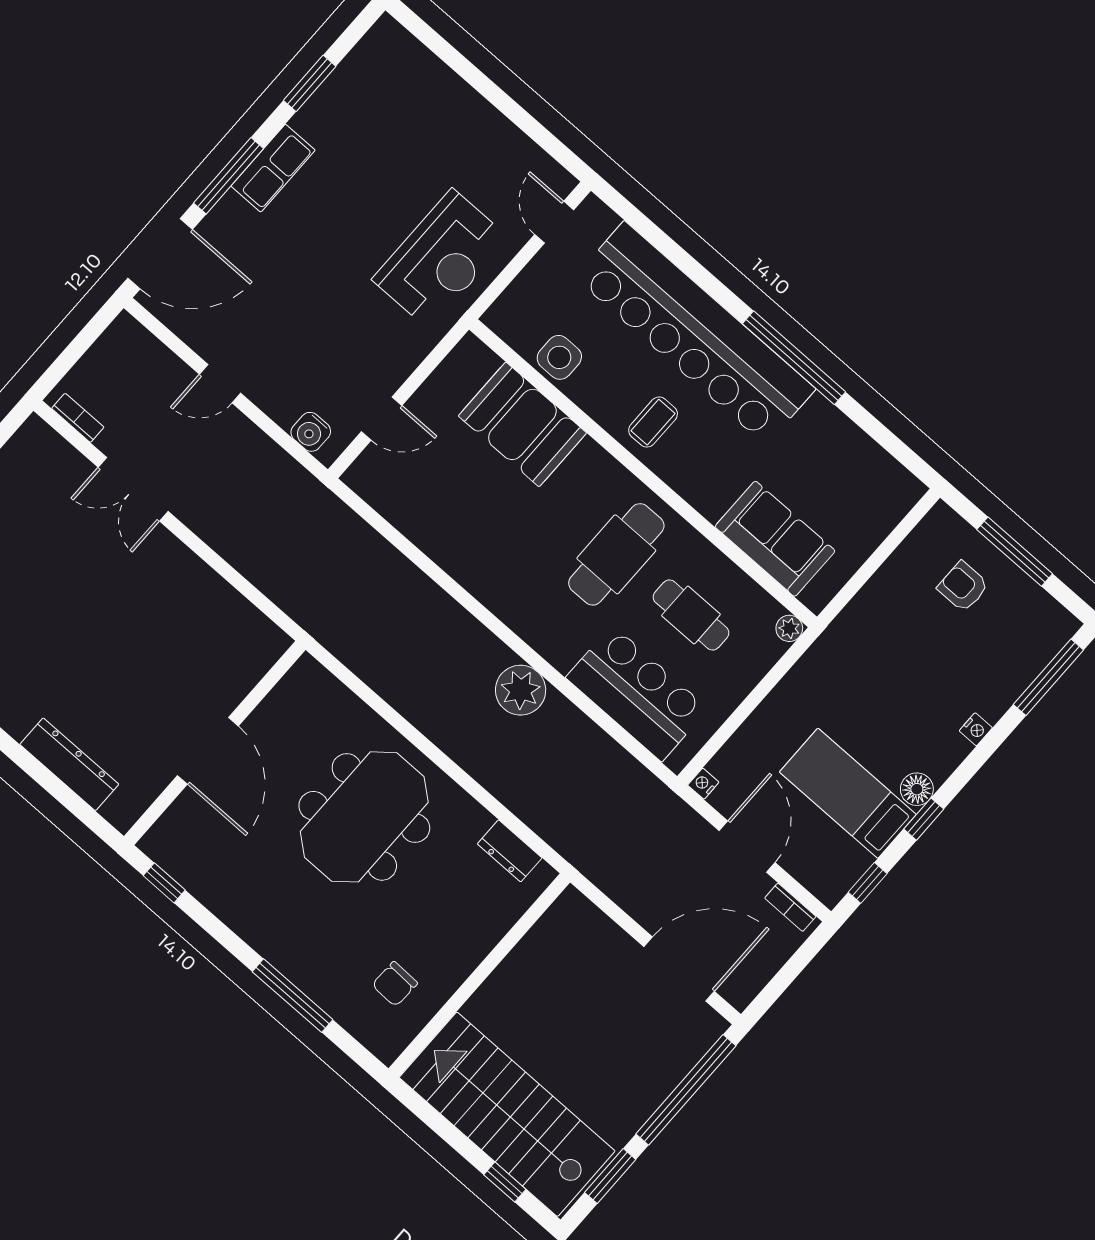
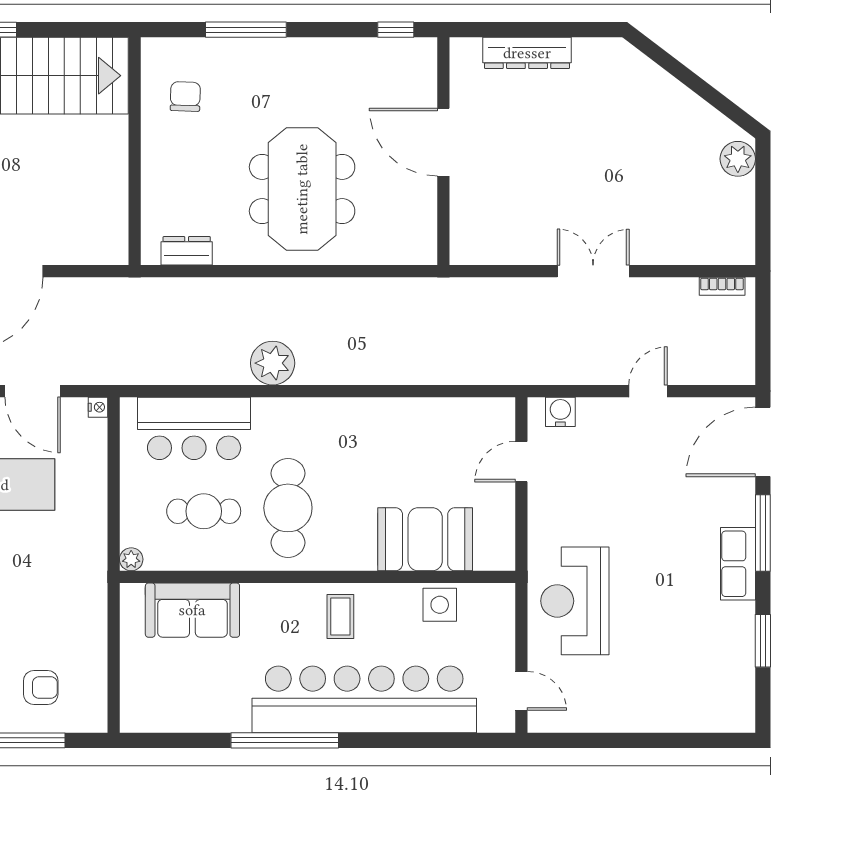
double door: (133, 489) -> (593, 271), moved

